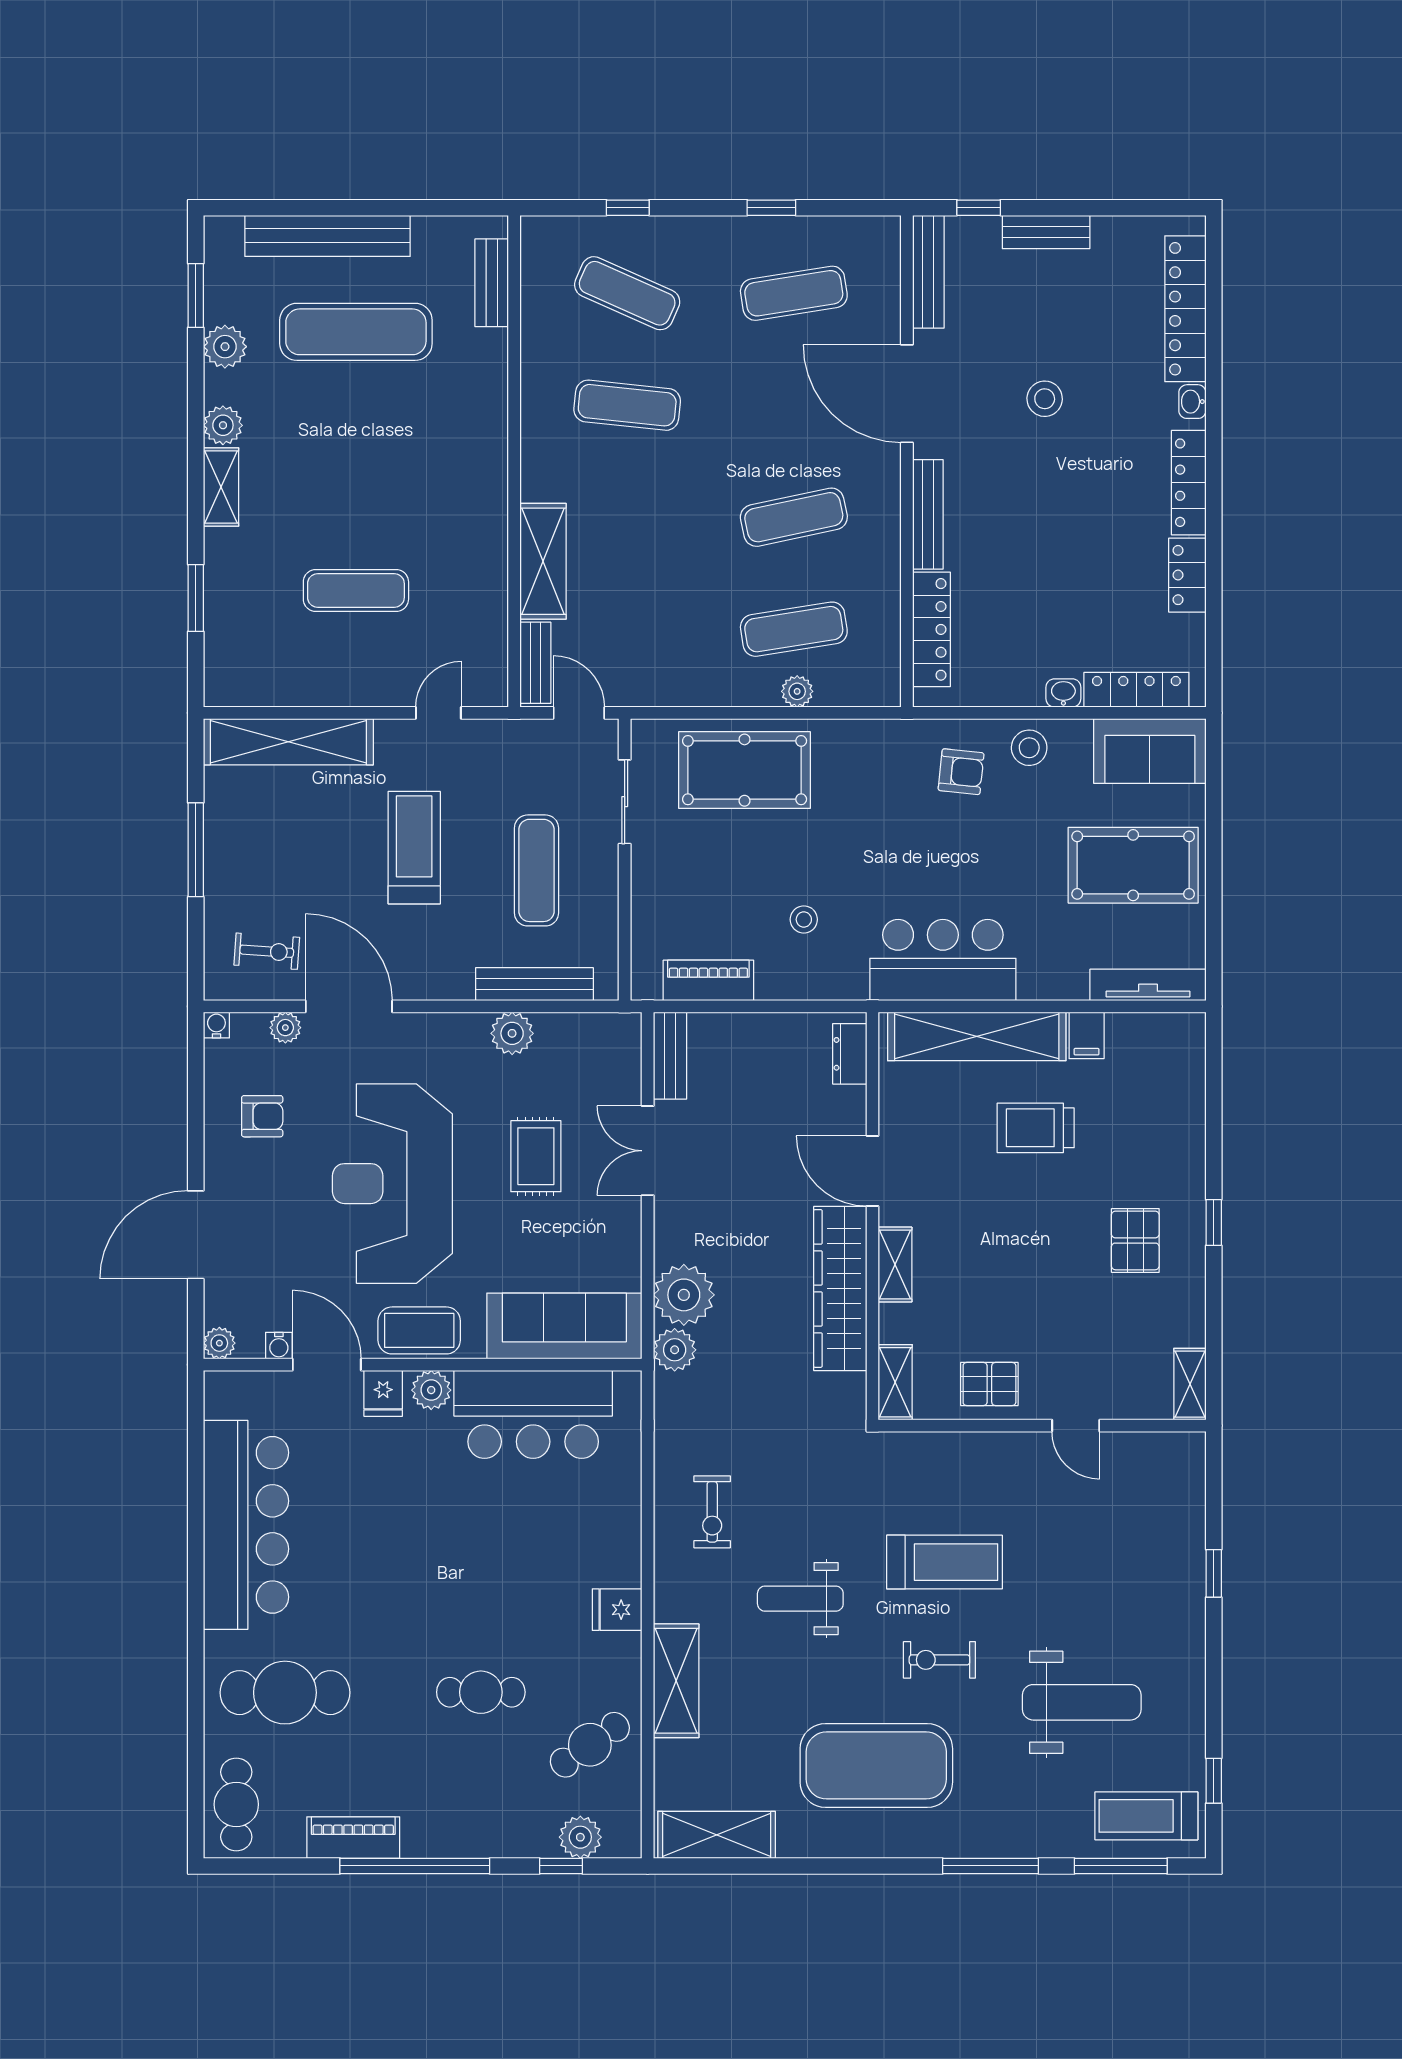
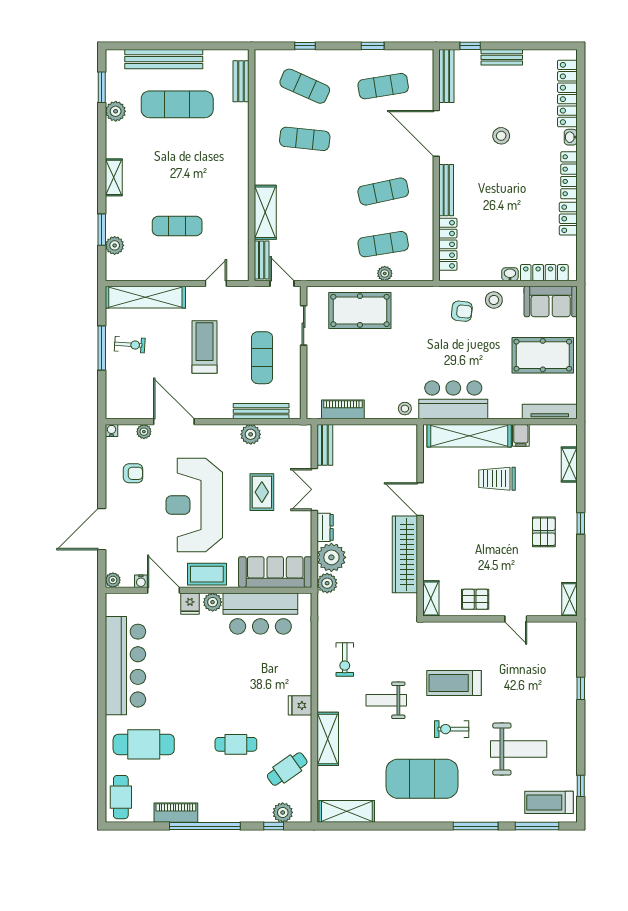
plant: (223, 425) -> (115, 245), moved
stool: (804, 919) -> (405, 409), moved
exercise bike: (267, 951) -> (130, 345), moved
dresser: (850, 1054) -> (325, 527), moved, turned 180
shelving: (895, 1265) -> (569, 465), moved
treadmill: (945, 1562) -> (454, 683), turned 180

